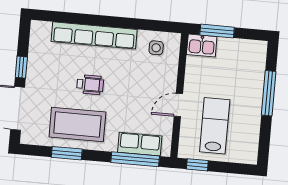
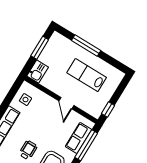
window: (217, 31) -> (40, 48), moved
lab bench: (215, 126) -> (87, 75), moved

